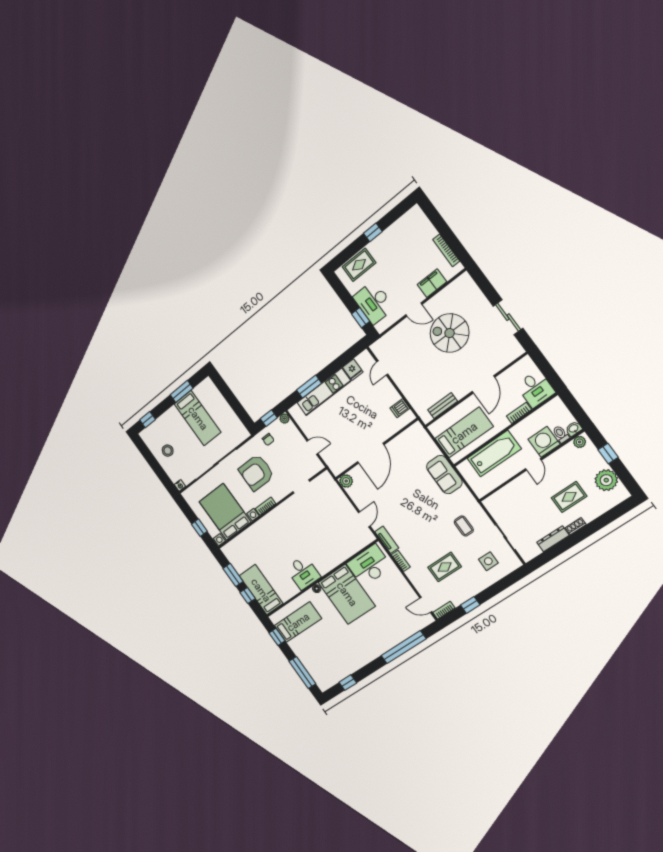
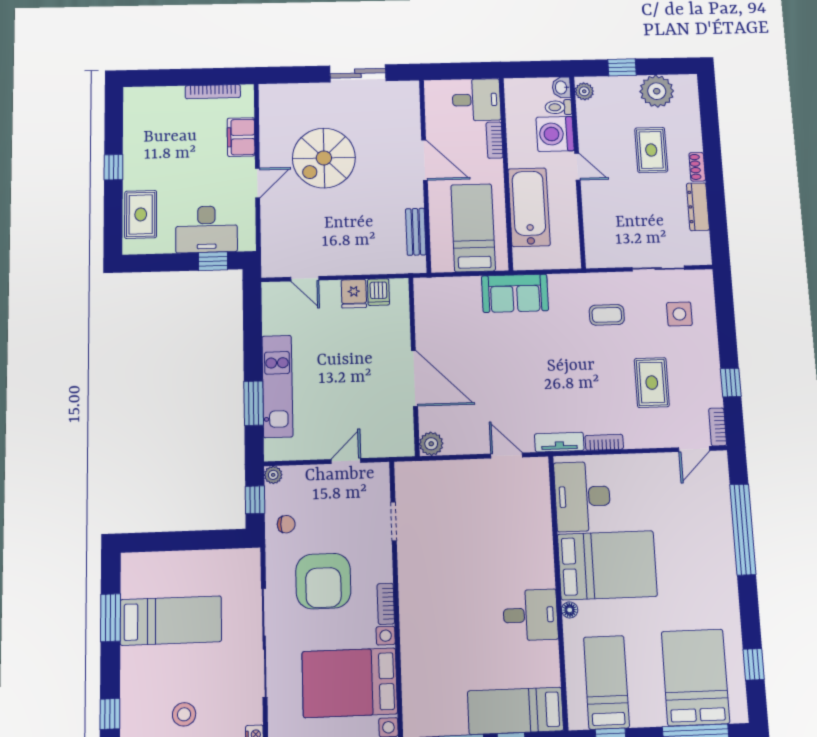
fridge: (353, 370) -> (354, 294), moved, turned 90
bed: (325, 660) -> (695, 677), added

